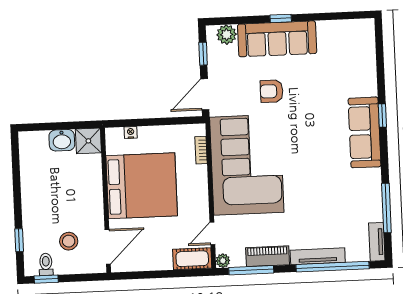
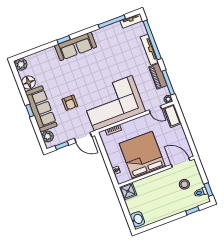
plant: (364, 29) -> (21, 64), added
floor lamp: (329, 32) -> (29, 82), added
washbasin: (62, 140) -> (137, 219), moved

